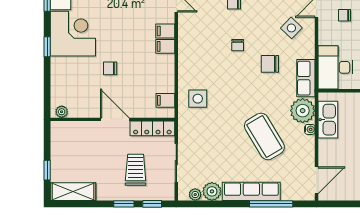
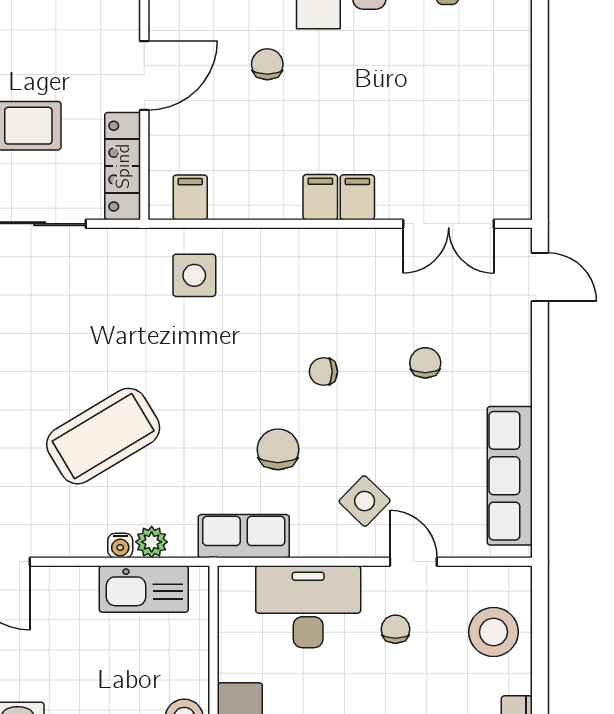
desk: (335, 67) -> (308, 607), moved
plant: (303, 111) -> (152, 542), width x0.53, depth x0.53

